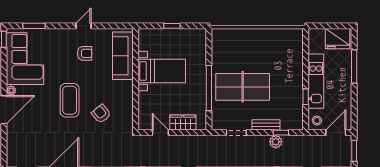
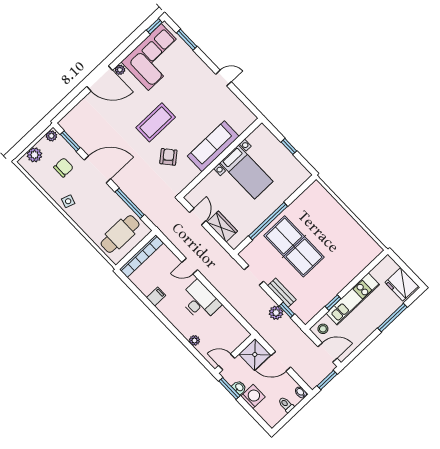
armchair: (85, 53) -> (203, 99), removed
sofa: (123, 56) -> (213, 146), moved

